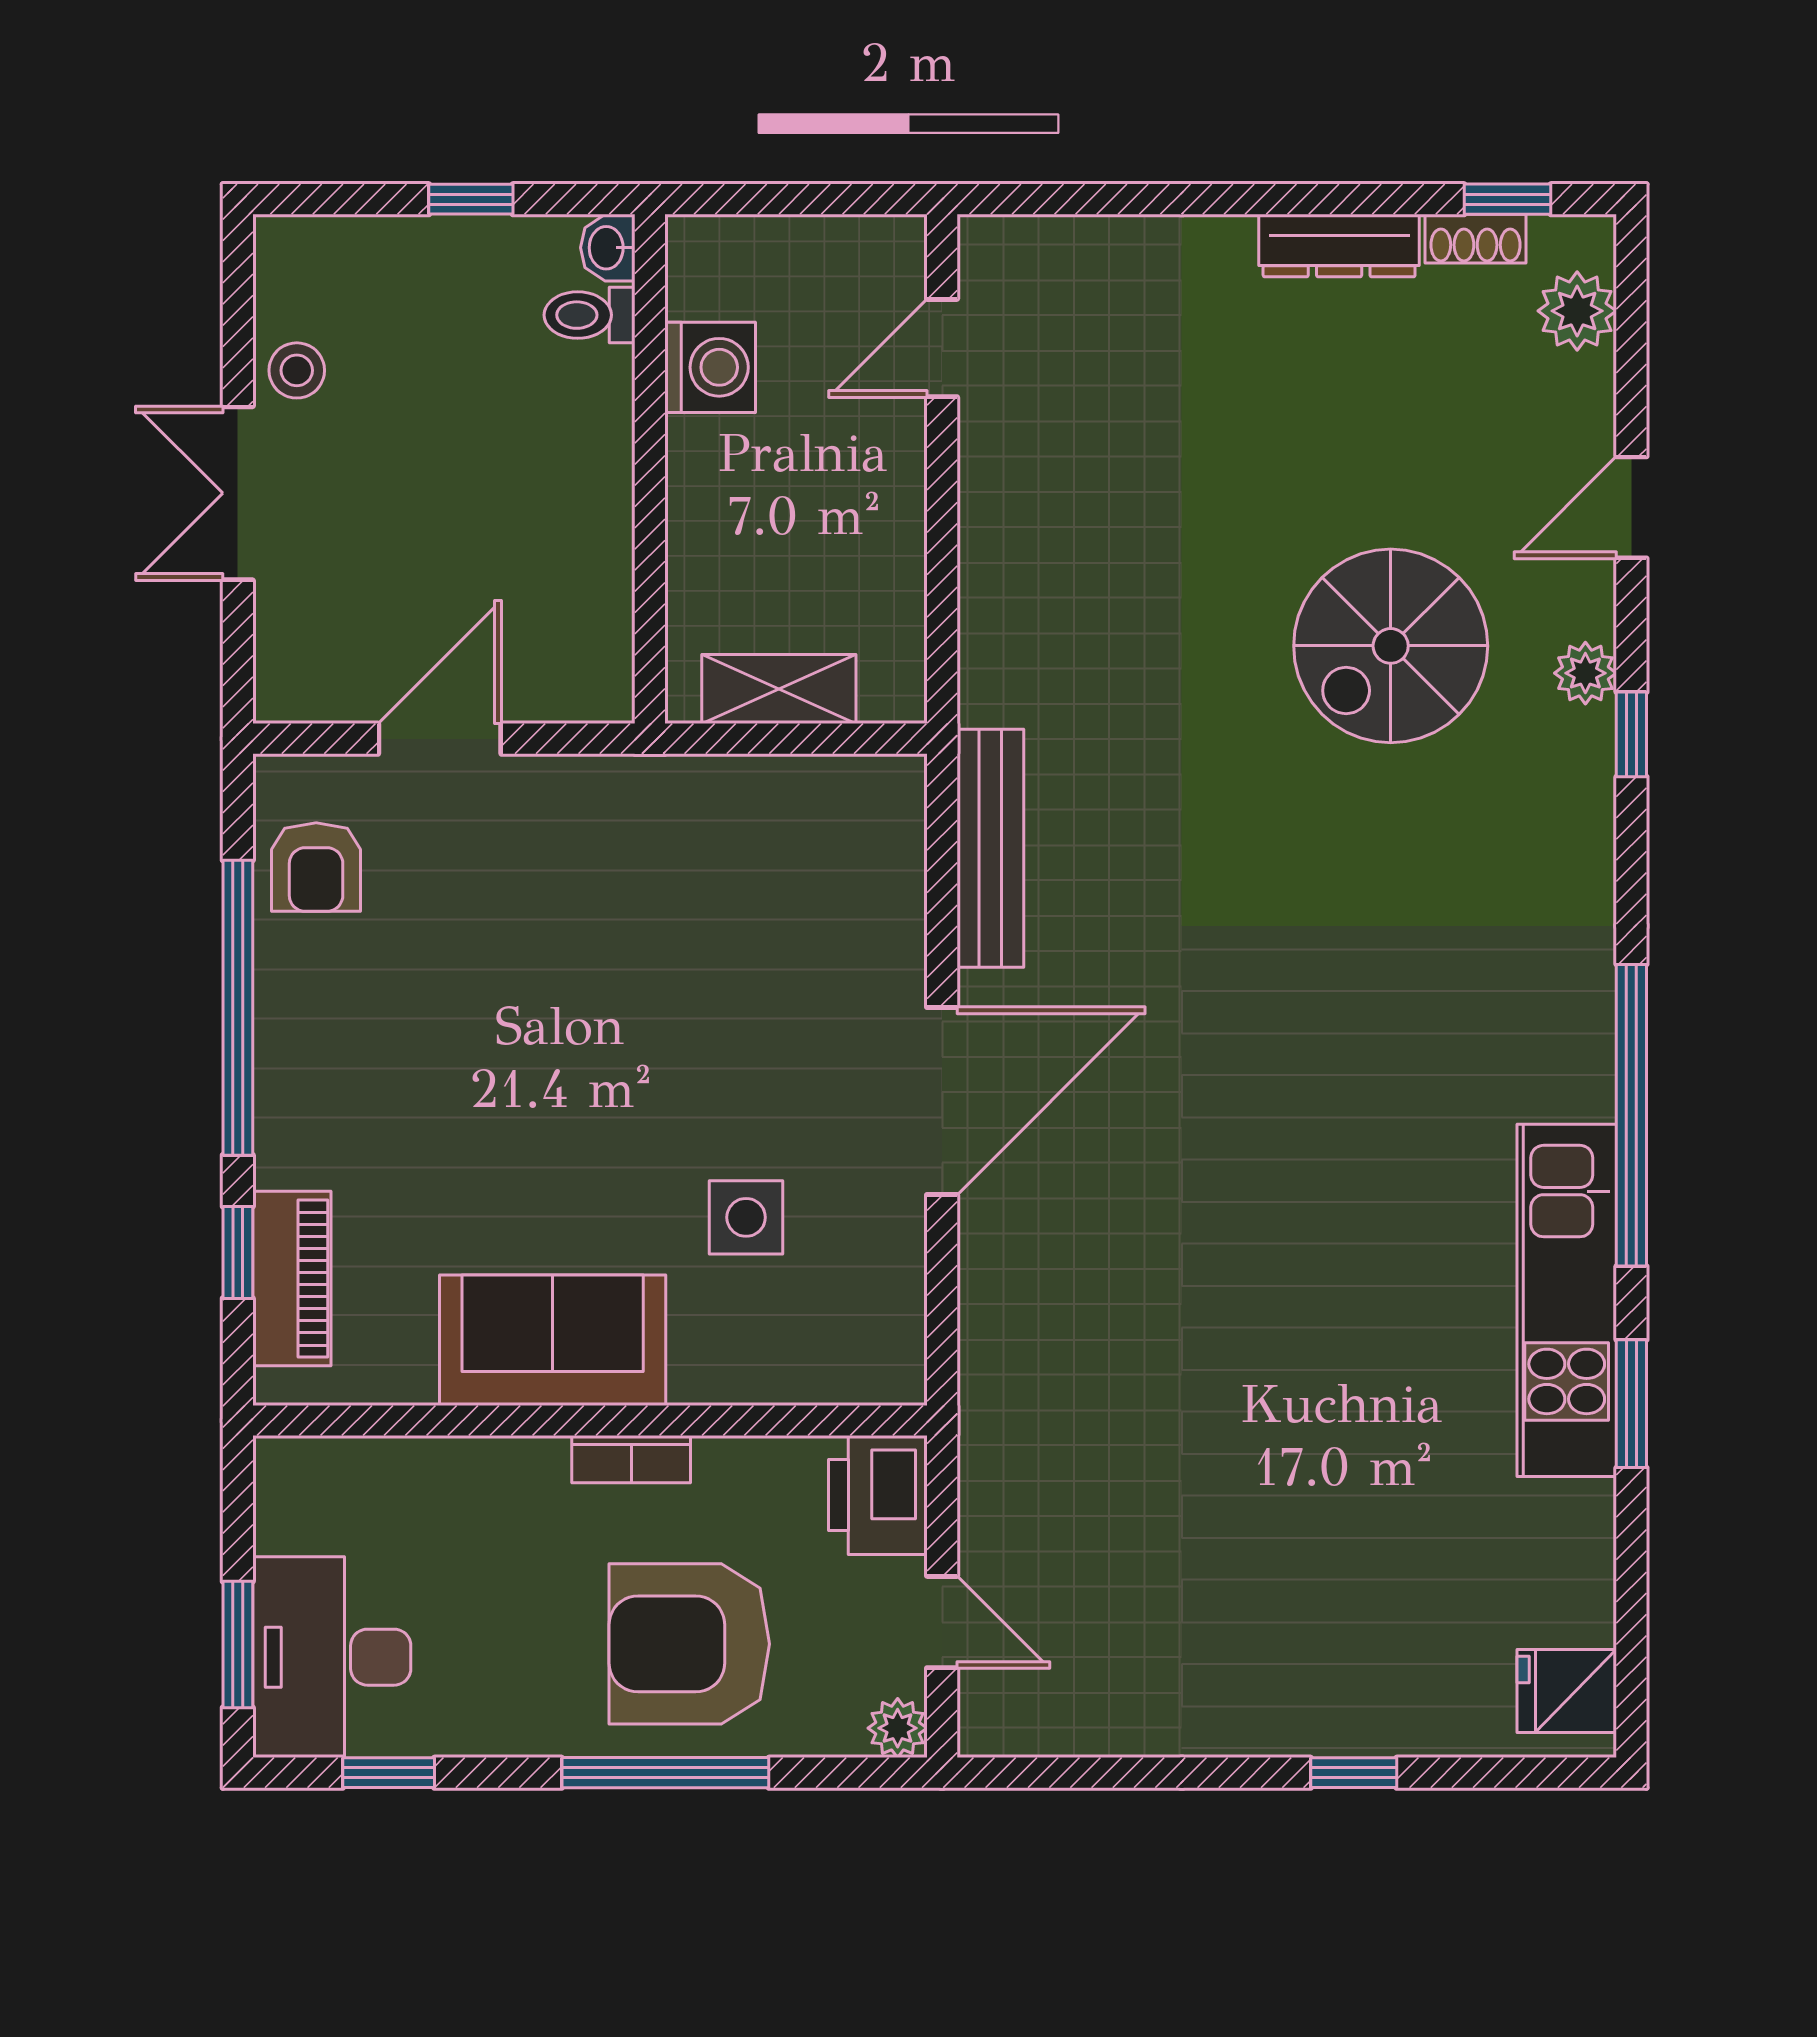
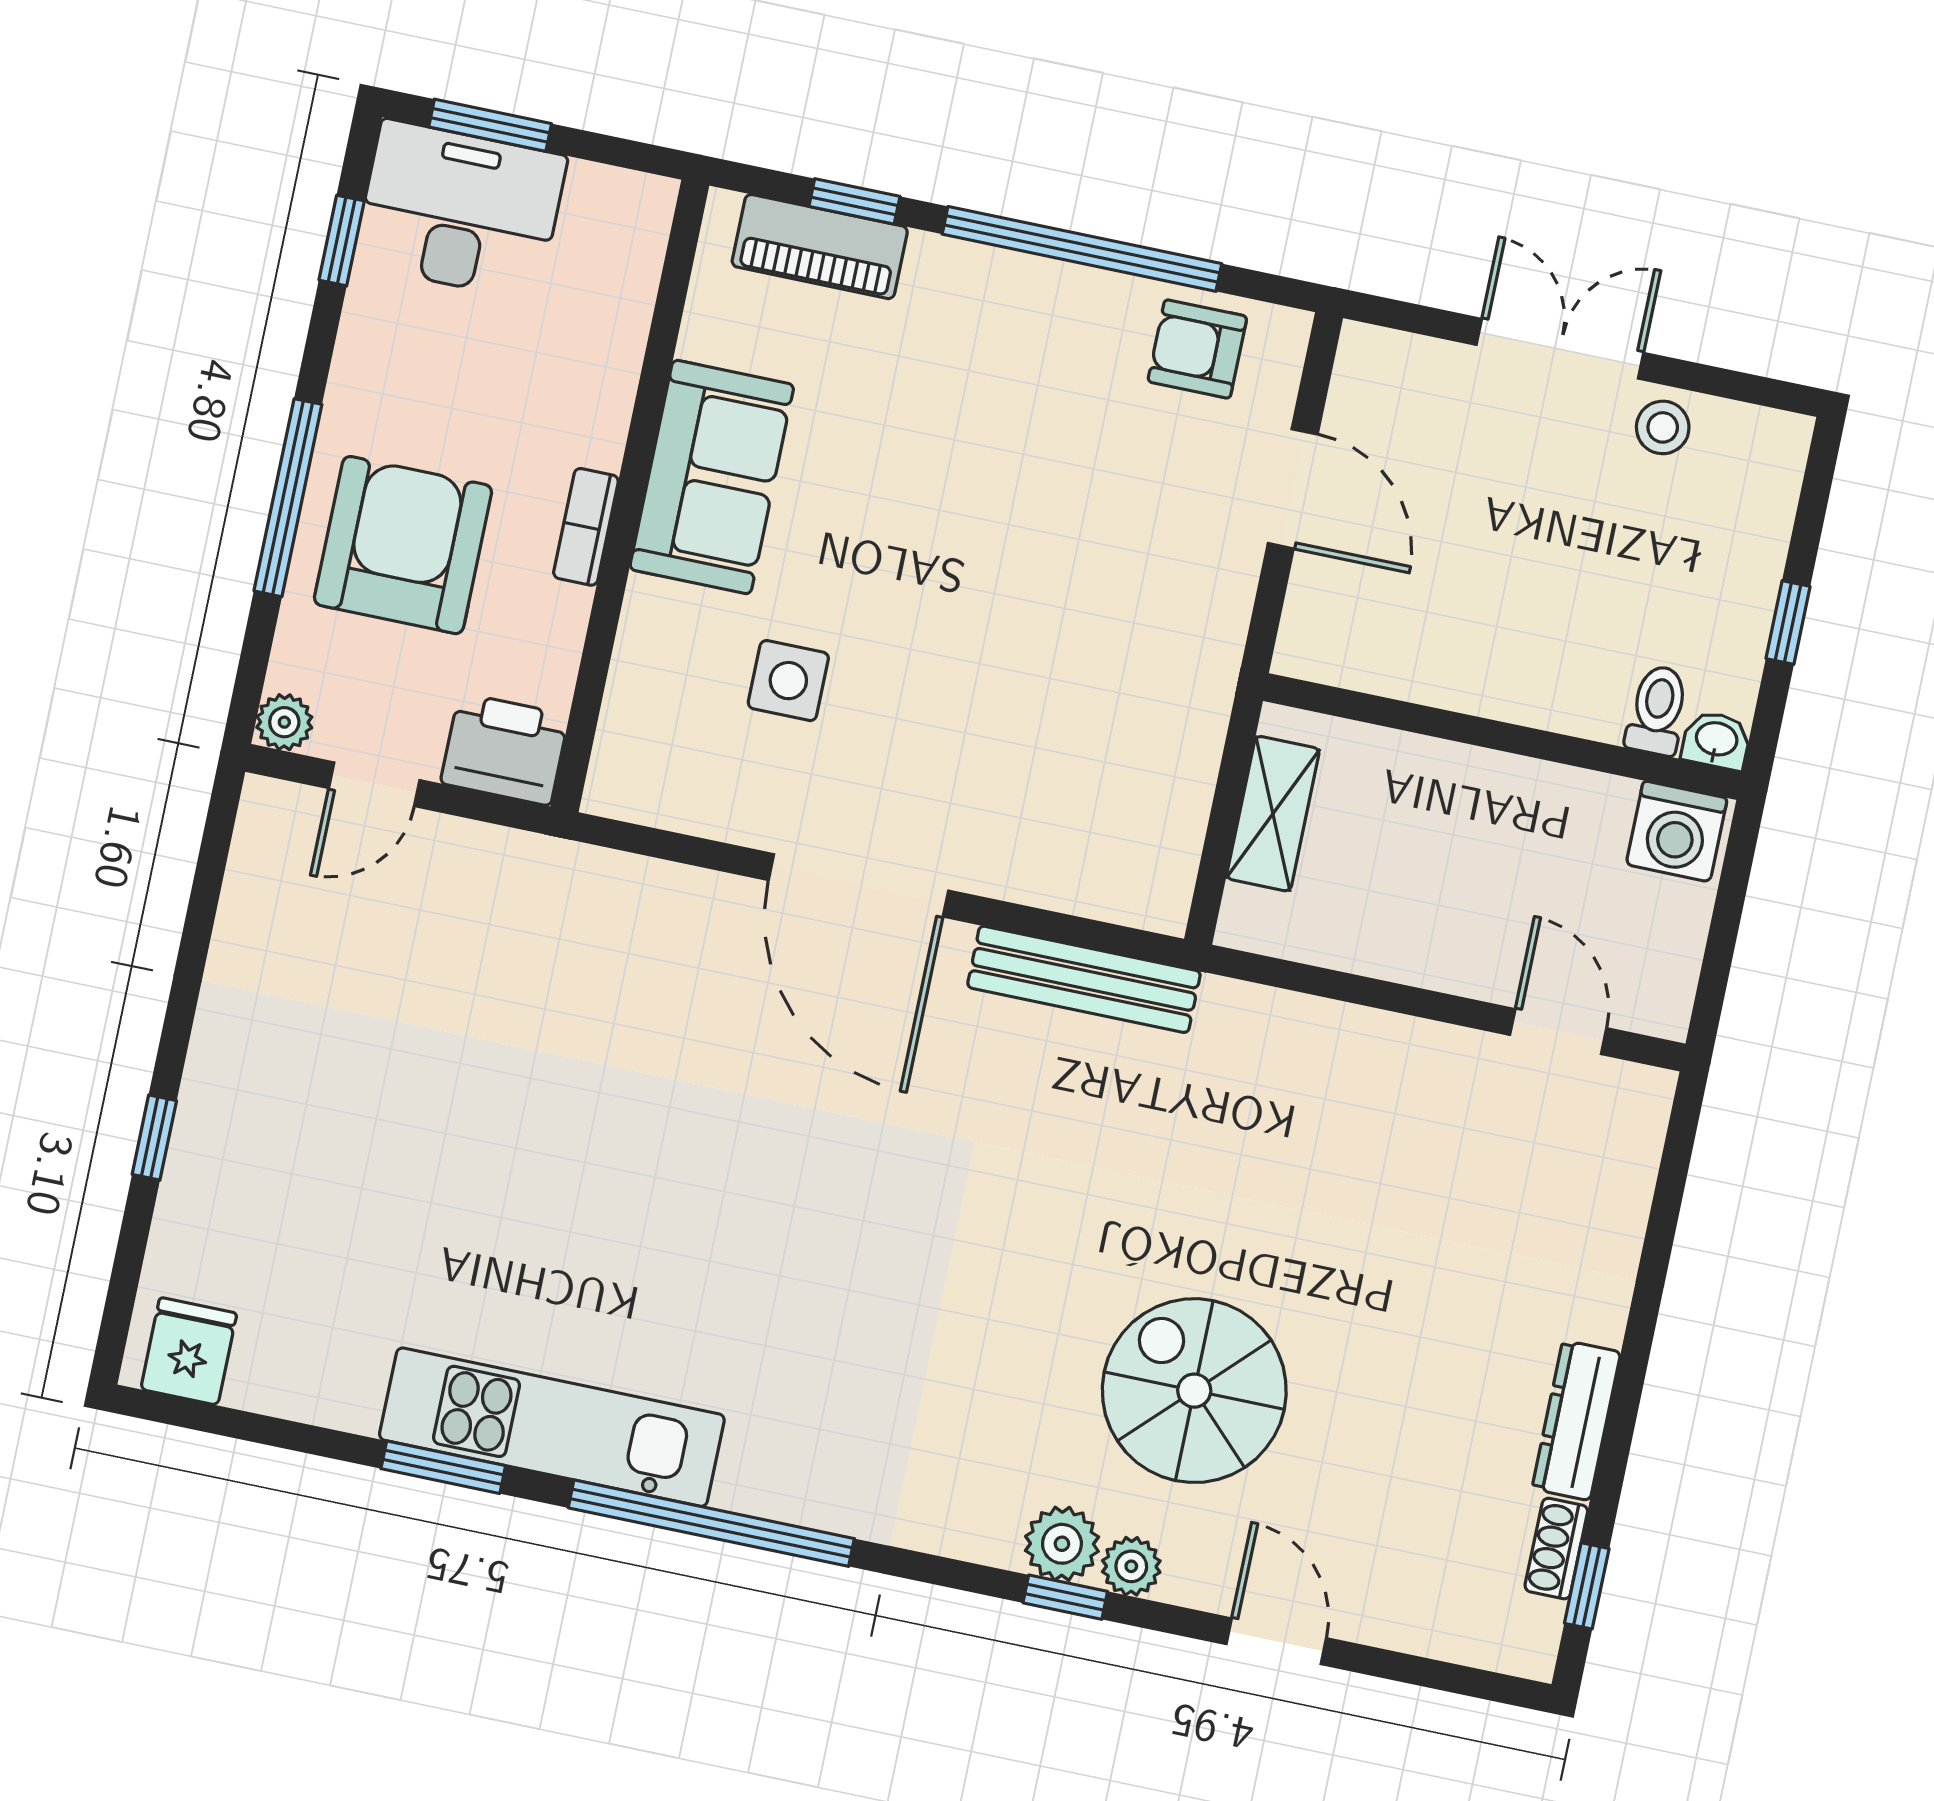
plant: (1577, 311) -> (1062, 1544), moved
washing machine: (710, 367) -> (1677, 831), moved

